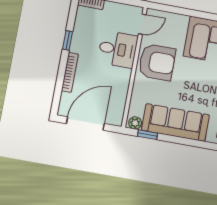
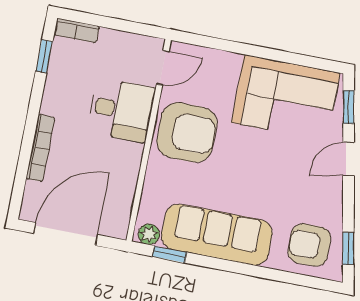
window: (68, 40) -> (44, 56), moved

